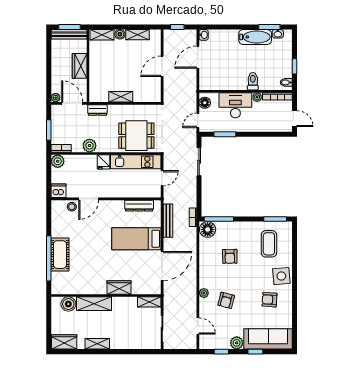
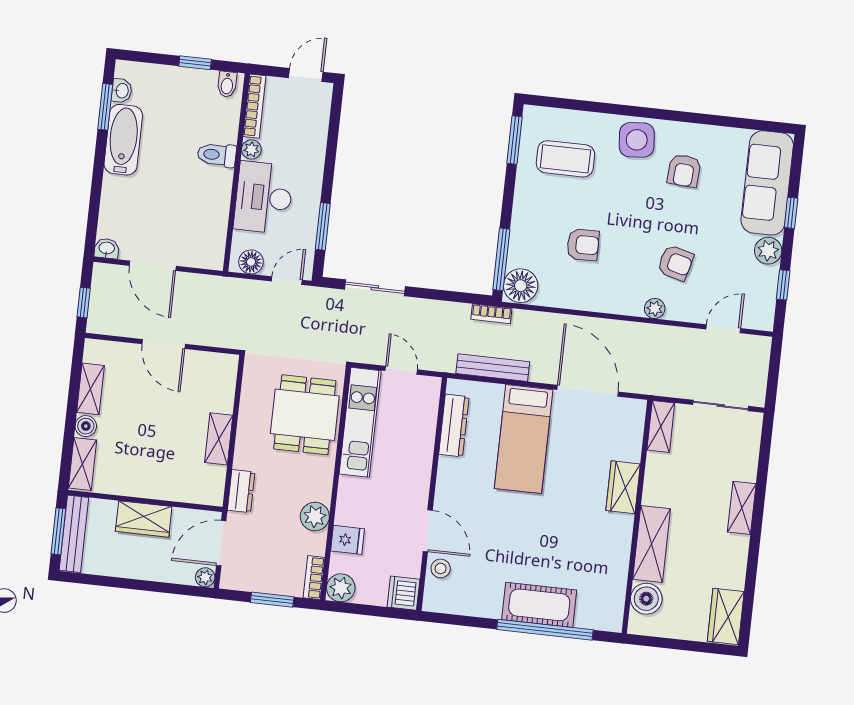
door: (198, 120) -> (287, 281), swing flipped
fridge: (103, 162) -> (347, 540), moved
shelving: (97, 344) -> (742, 508), moved

